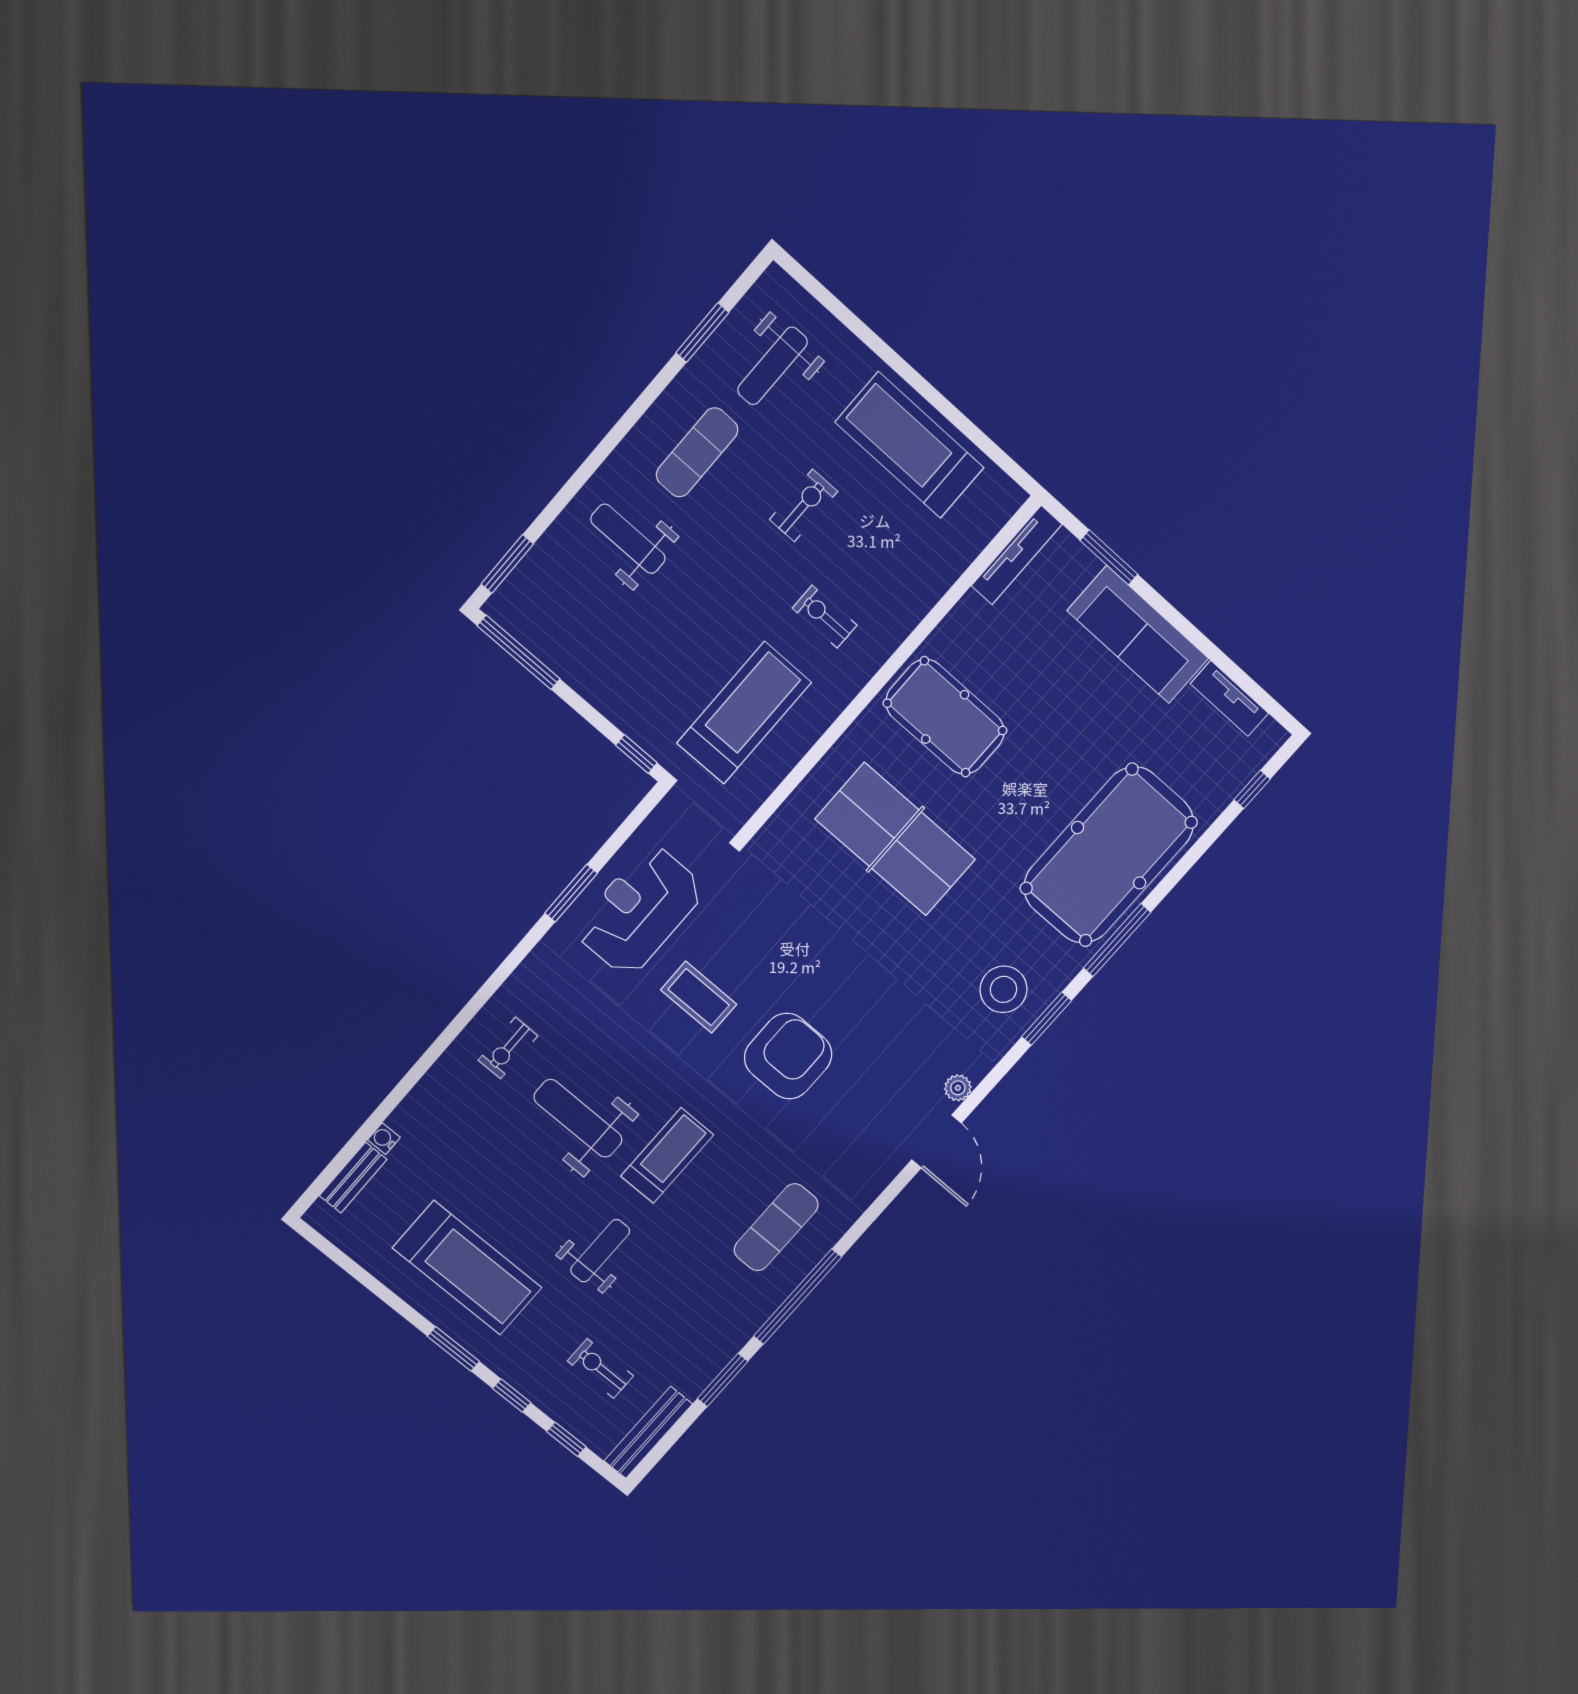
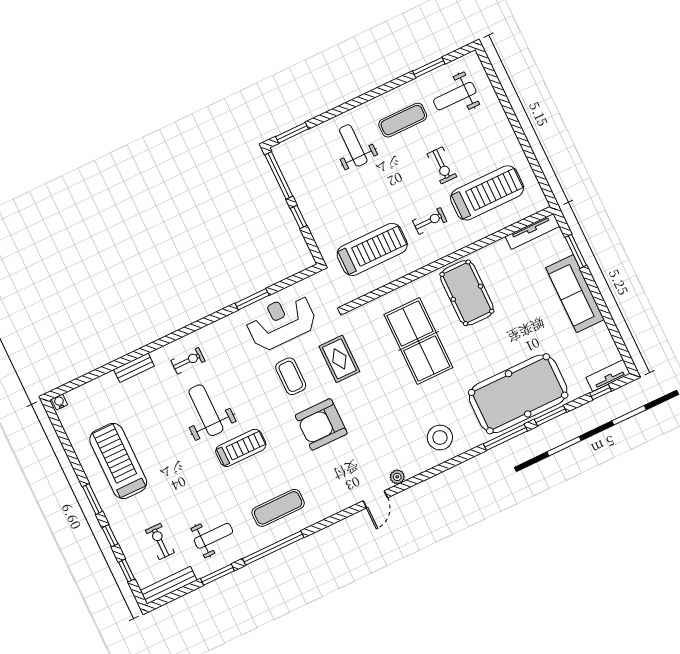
treadmill: (910, 445) -> (487, 193), moved, turned 90
exercise bike: (804, 505) -> (442, 165), turned 90
exercise bike: (825, 617) -> (430, 221), turned 90
tv unit: (1229, 698) -> (608, 376), moved, turned 90
window: (636, 754) -> (299, 217), moved
rug: (770, 930) -> (339, 359), added
window: (1047, 1019) -> (550, 416), moved
exercise bike: (508, 1048) -> (188, 361), turned 180
armchair: (788, 1056) -> (321, 424), turned 180
water cooler: (384, 1139) -> (59, 402), moved
door: (936, 1141) -> (375, 499), width x0.73
bench: (353, 1178) -> (134, 368), moved
weight bench: (600, 1251) -> (213, 536), moved
treadmill: (467, 1268) -> (118, 461), turned 180

